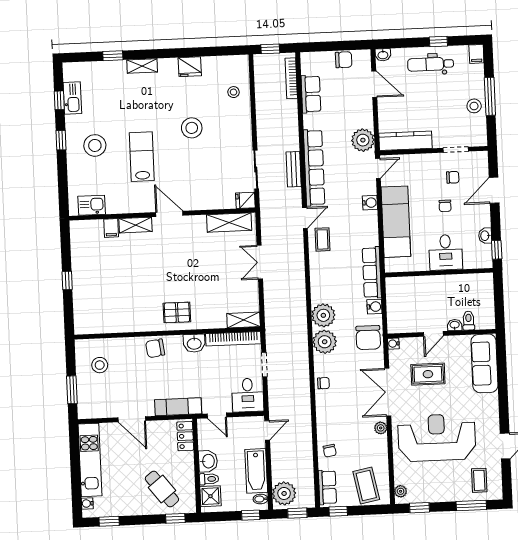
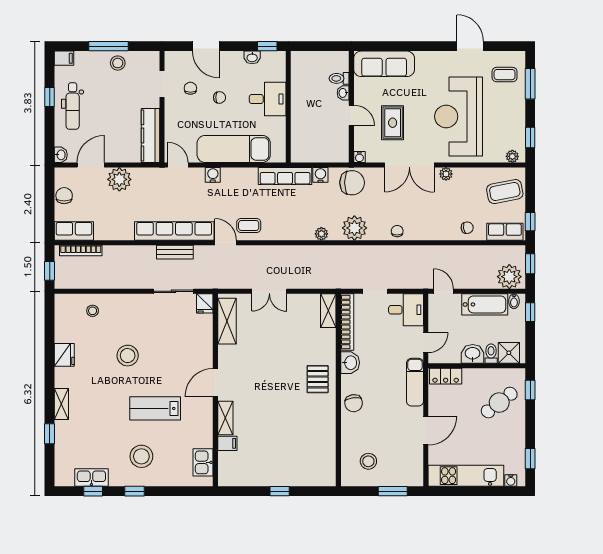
row of seats: (311, 94) -> (74, 231), moved
plant: (363, 140) -> (119, 179), moved
plant: (323, 315) -> (321, 234), width x0.53, depth x0.53

